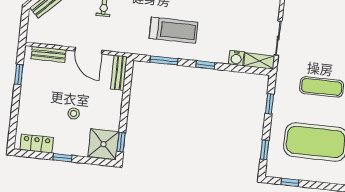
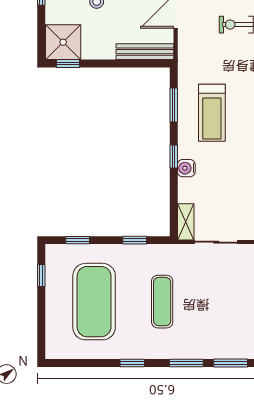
water cooler: (236, 58) -> (186, 168), moved
bench: (119, 73) -> (145, 52), width x1.36

